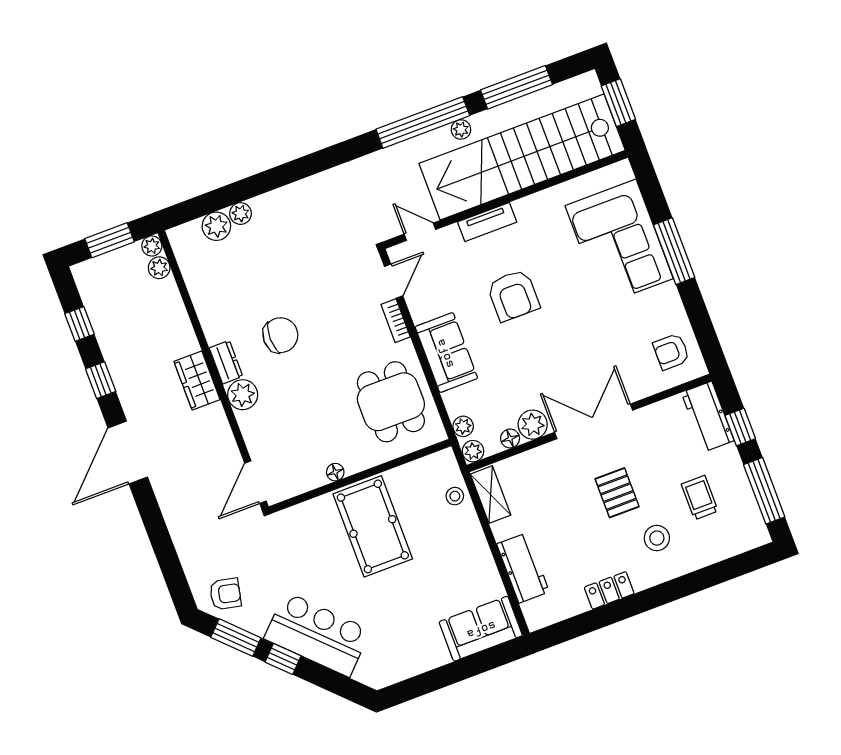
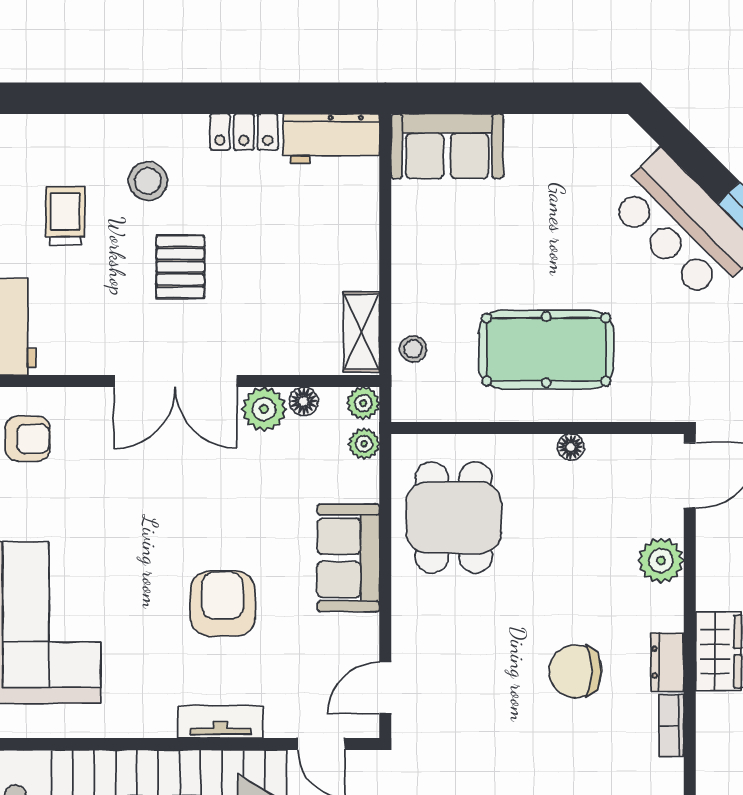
bookcase: (396, 321) -> (671, 726), moved, turned 180
plant: (243, 395) -> (661, 561), moved
trolley: (700, 498) -> (65, 216), turned 180
pool table: (373, 526) -> (546, 350), turned 90
workbench: (523, 568) -> (331, 139), moved, turned -90

